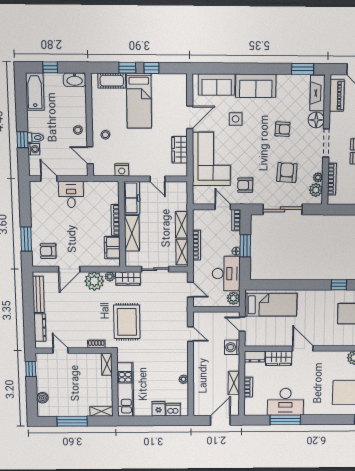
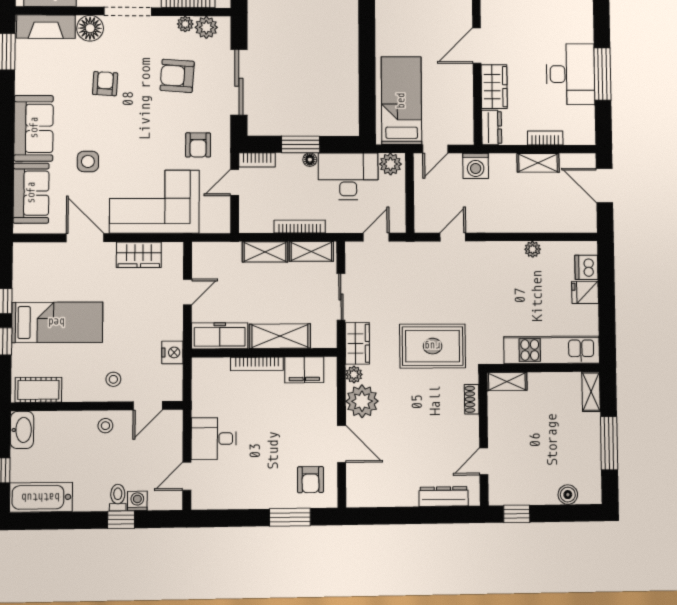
cot: (112, 81) -> (38, 390), moved, turned 90
bench: (38, 294) -> (386, 498), removed

